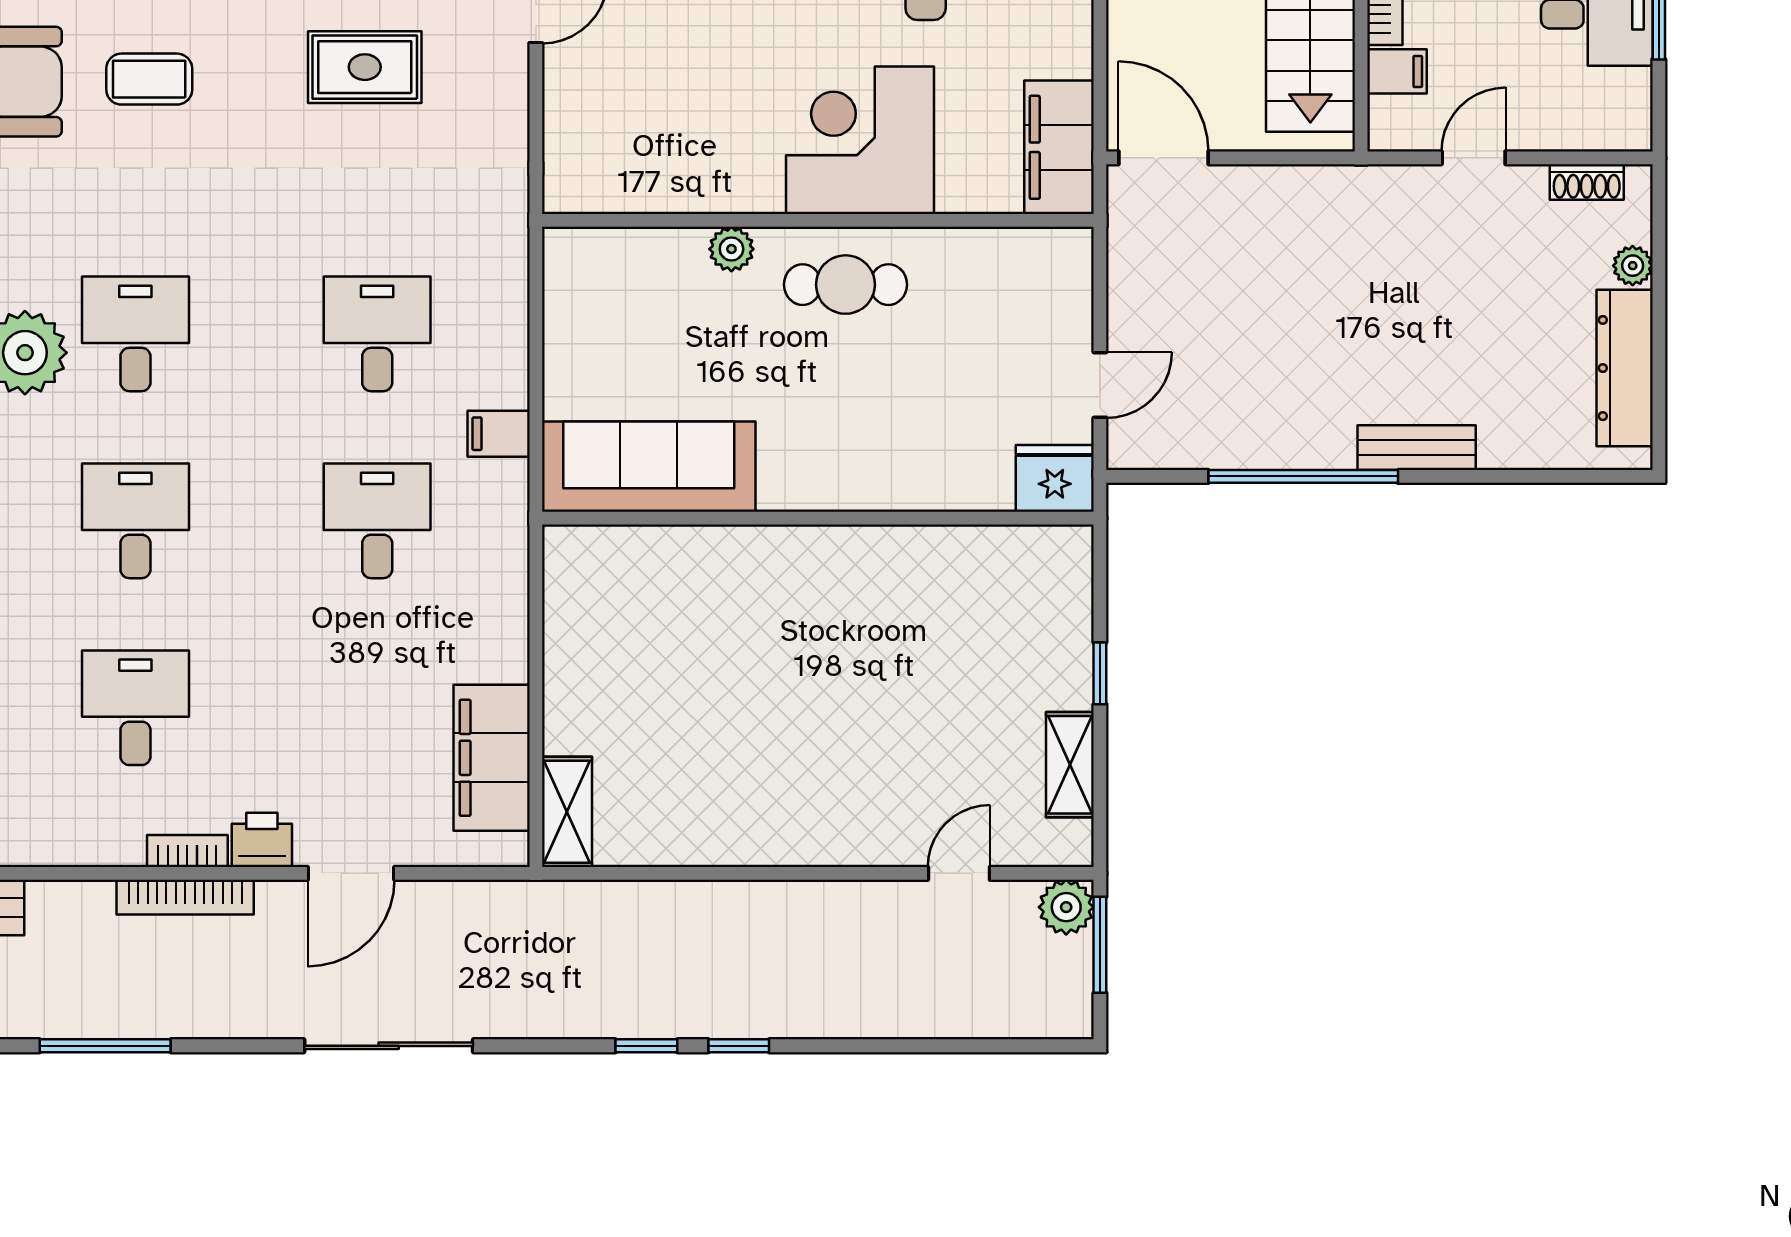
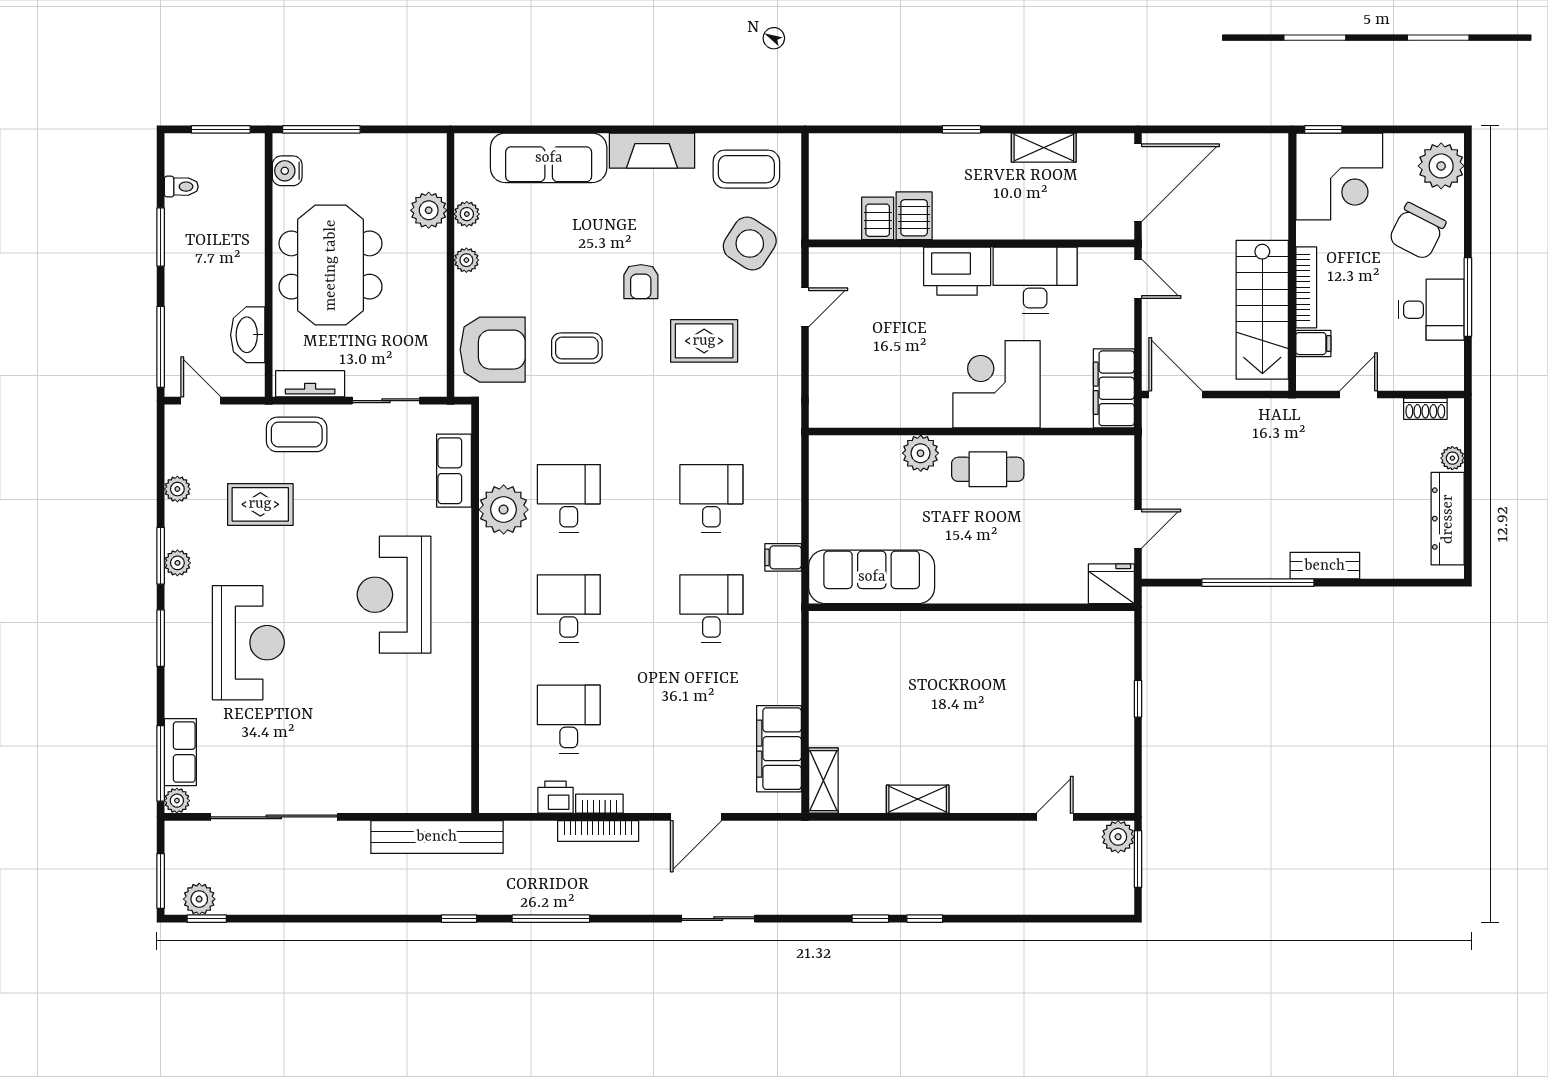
plant: (731, 249) -> (921, 453), width x1.38, depth x1.38
shelving: (1070, 765) -> (918, 799), moved, turned 90
printer: (262, 840) -> (555, 797), moved
sliding door: (389, 1046) -> (718, 919), width x0.73

